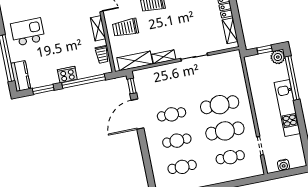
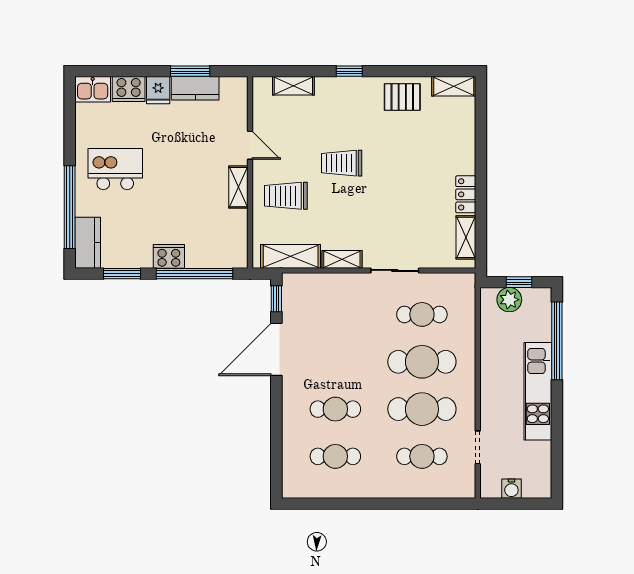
trolley: (102, 54) -> (236, 234), removed
plant: (278, 57) -> (509, 300), moved
cafe table: (172, 114) -> (422, 314), moved

